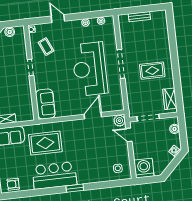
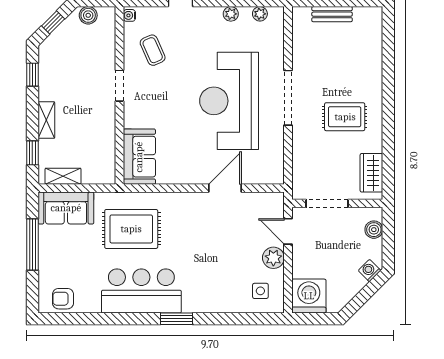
plant: (119, 121) -> (273, 258), moved

